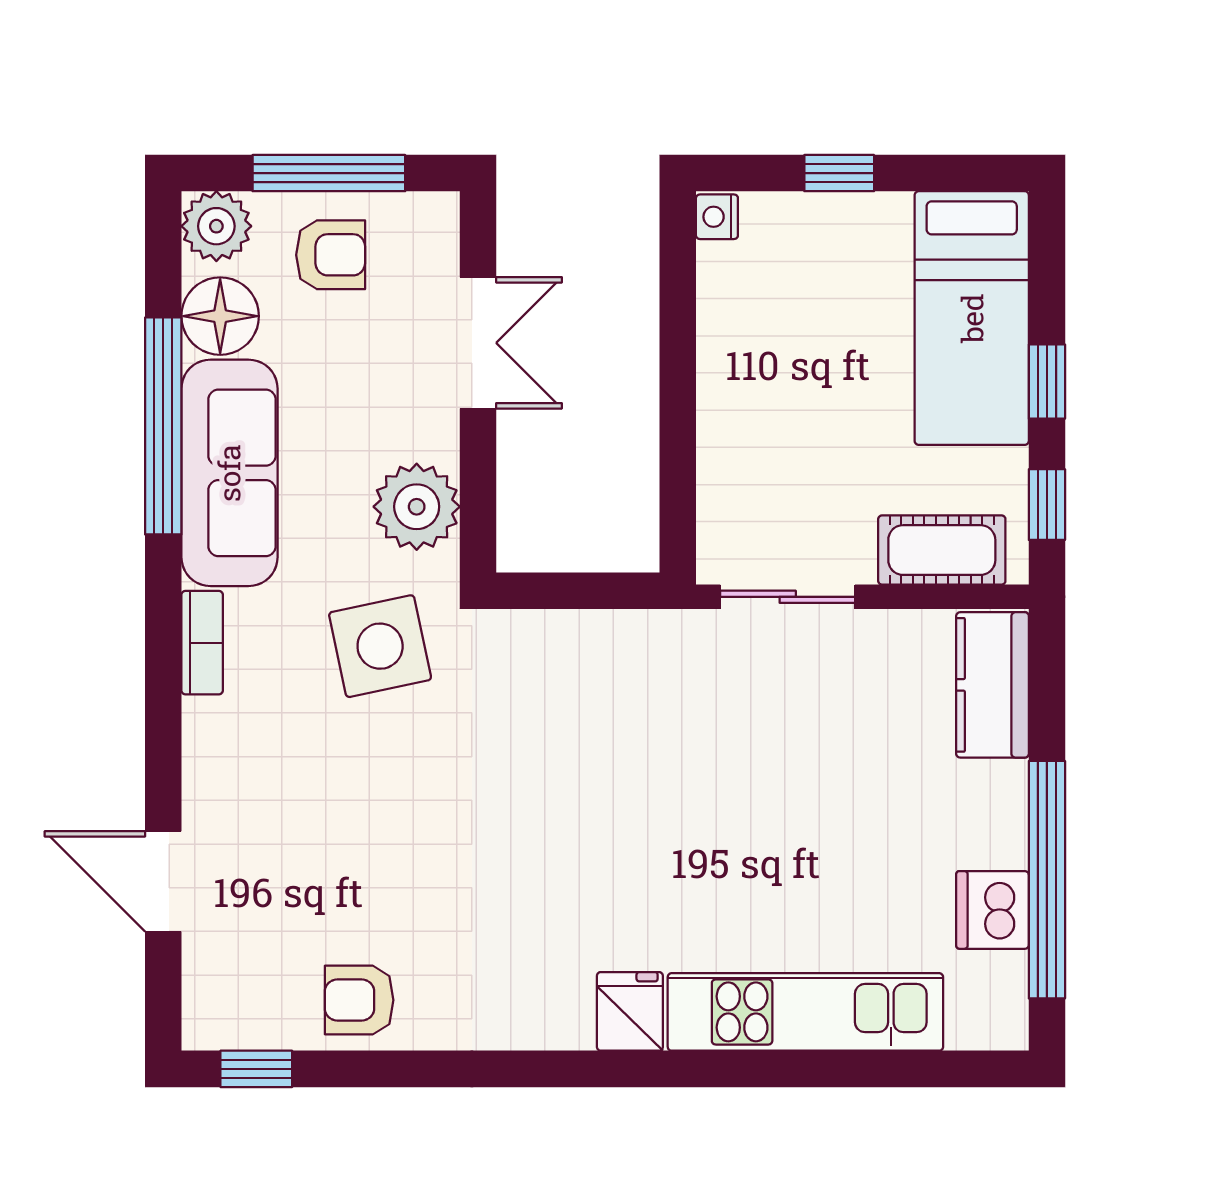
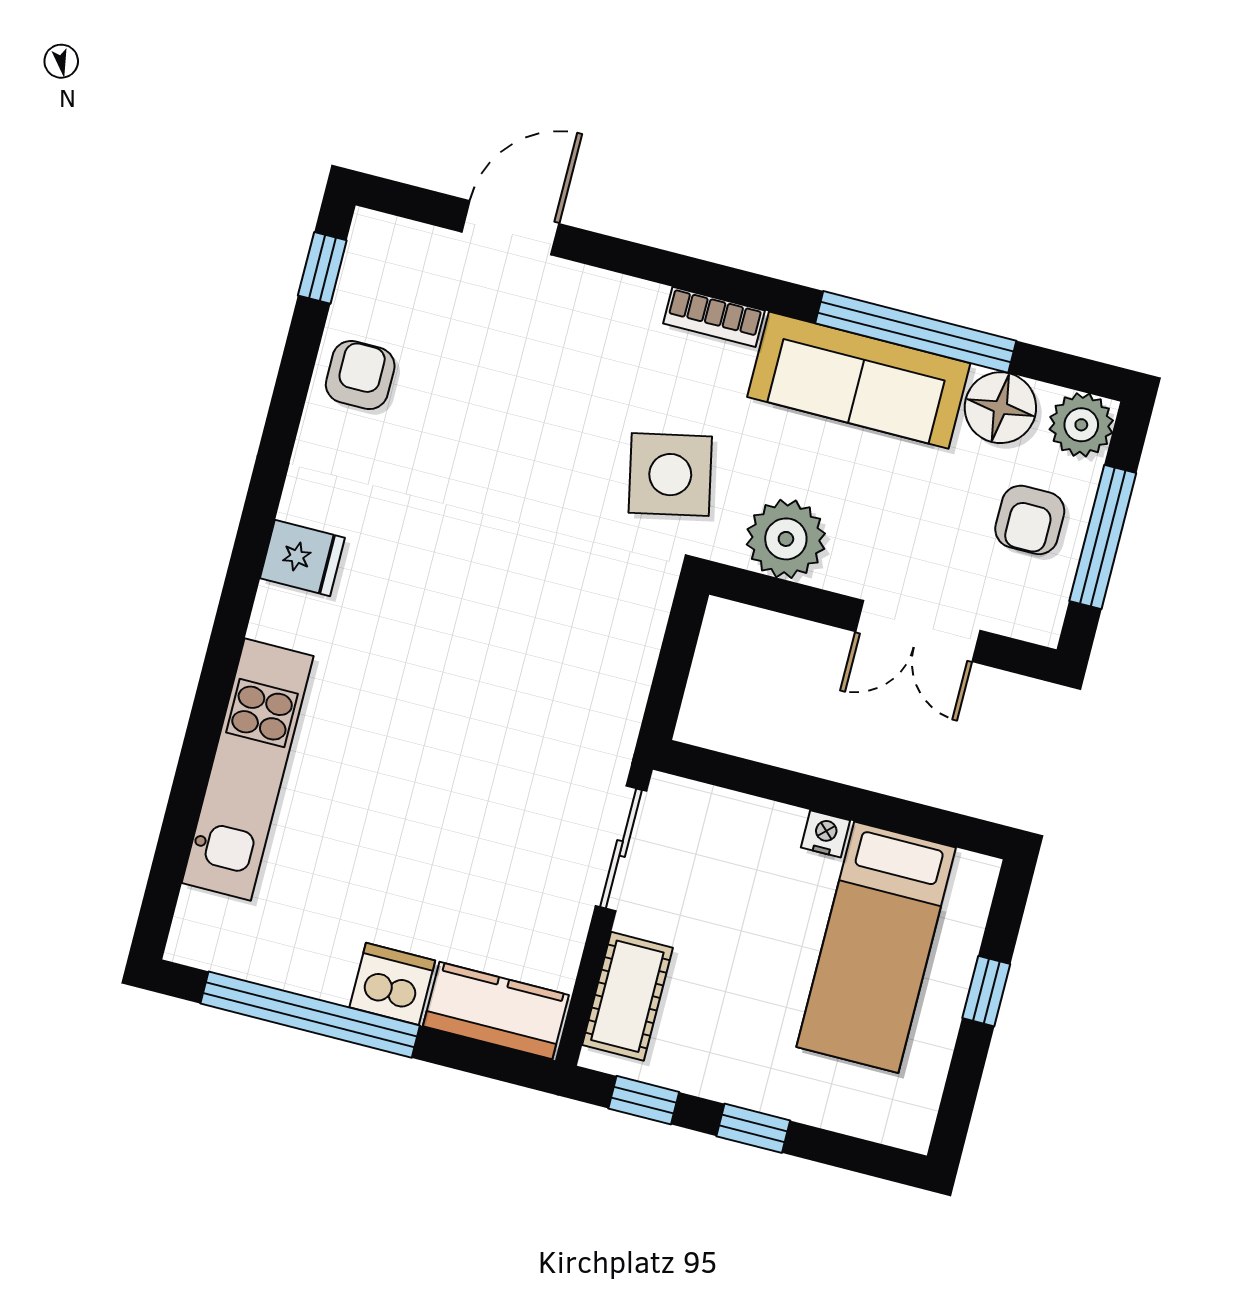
nightstand: (717, 217) -> (825, 834), moved
bed: (972, 318) -> (876, 947), moved, turned -90
dishwasher: (992, 910) -> (392, 984), moved
fridge: (630, 1011) -> (302, 558), moved

